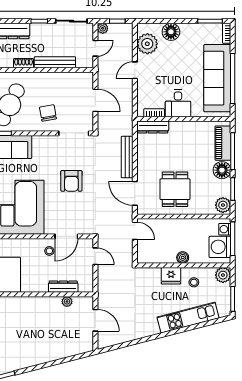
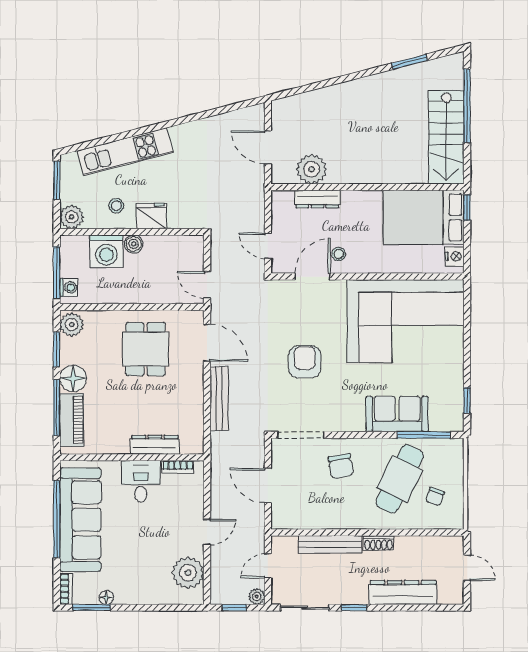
floor lamp: (171, 32) -> (106, 597), moved, width x0.53, depth x0.53
dresser: (153, 127) -> (155, 445), moved
washing machine: (220, 247) -> (106, 251), moved, turned 90
plant: (67, 302) -> (312, 169), width x1.88, depth x1.88

